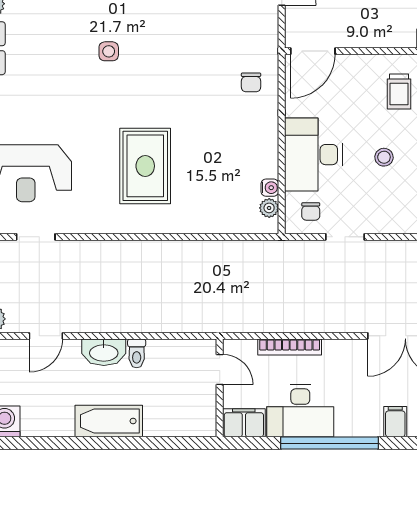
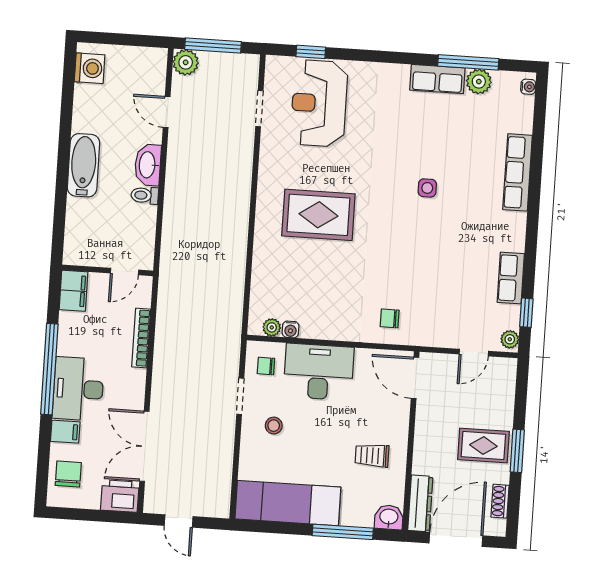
stool: (384, 157) -> (274, 426), moved
desk: (300, 411) -> (78, 389), moved

